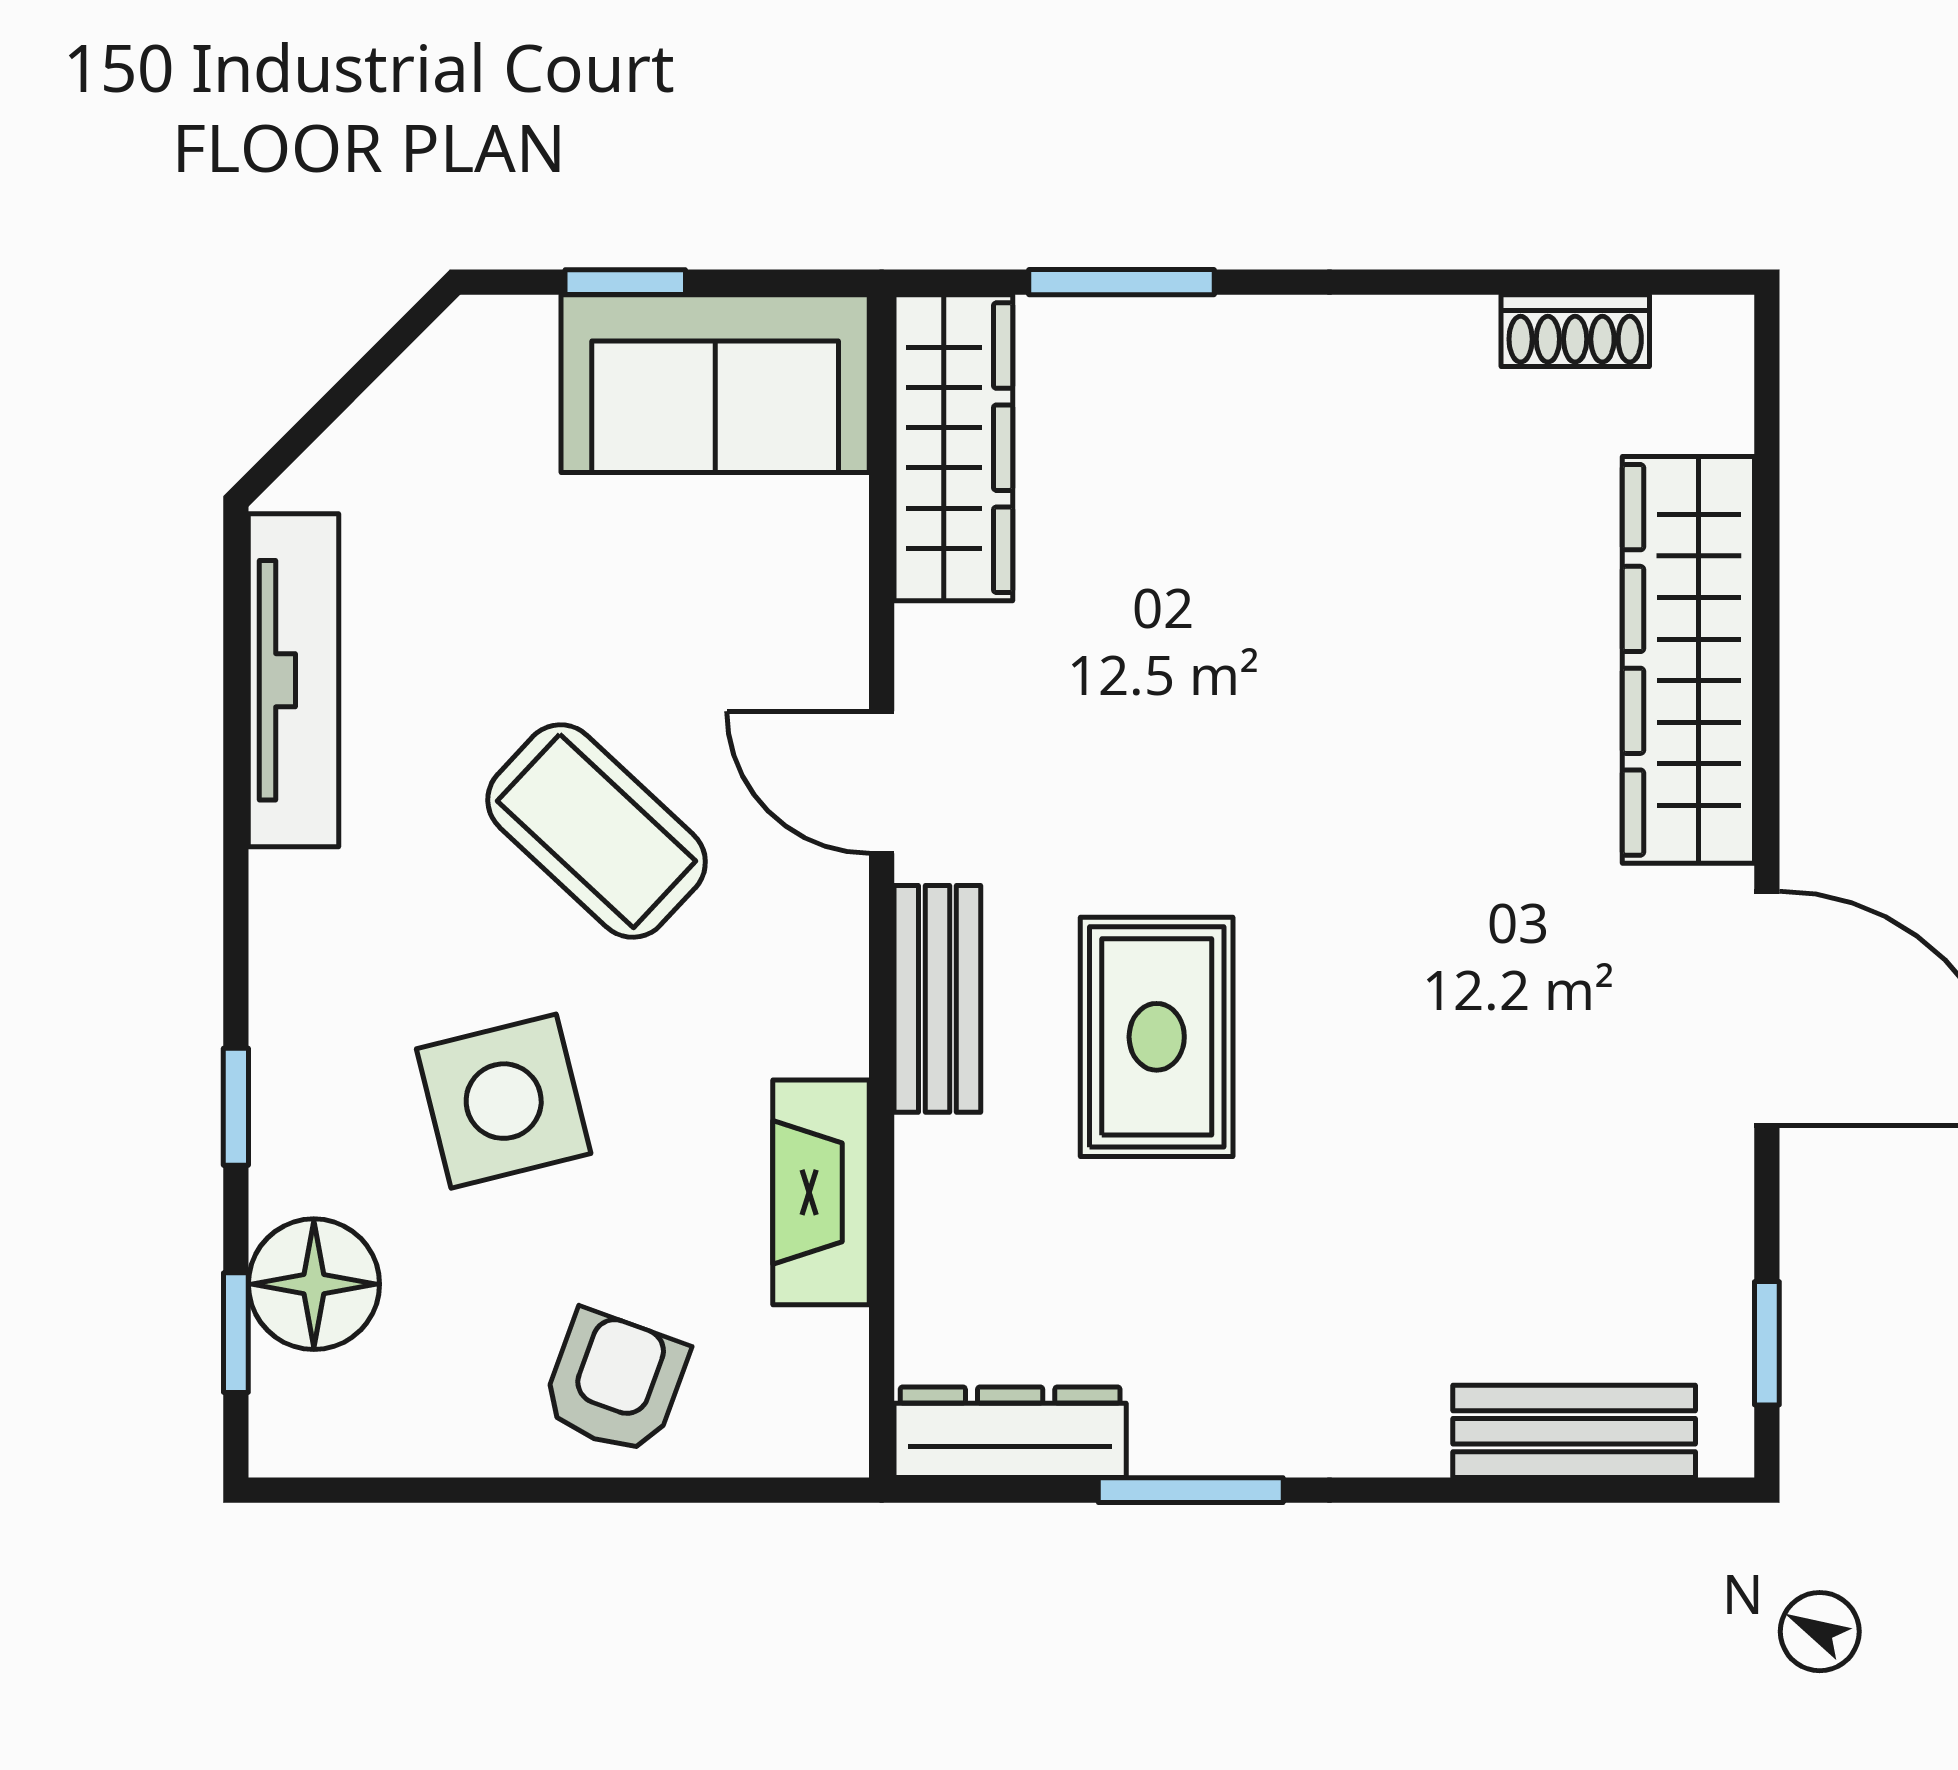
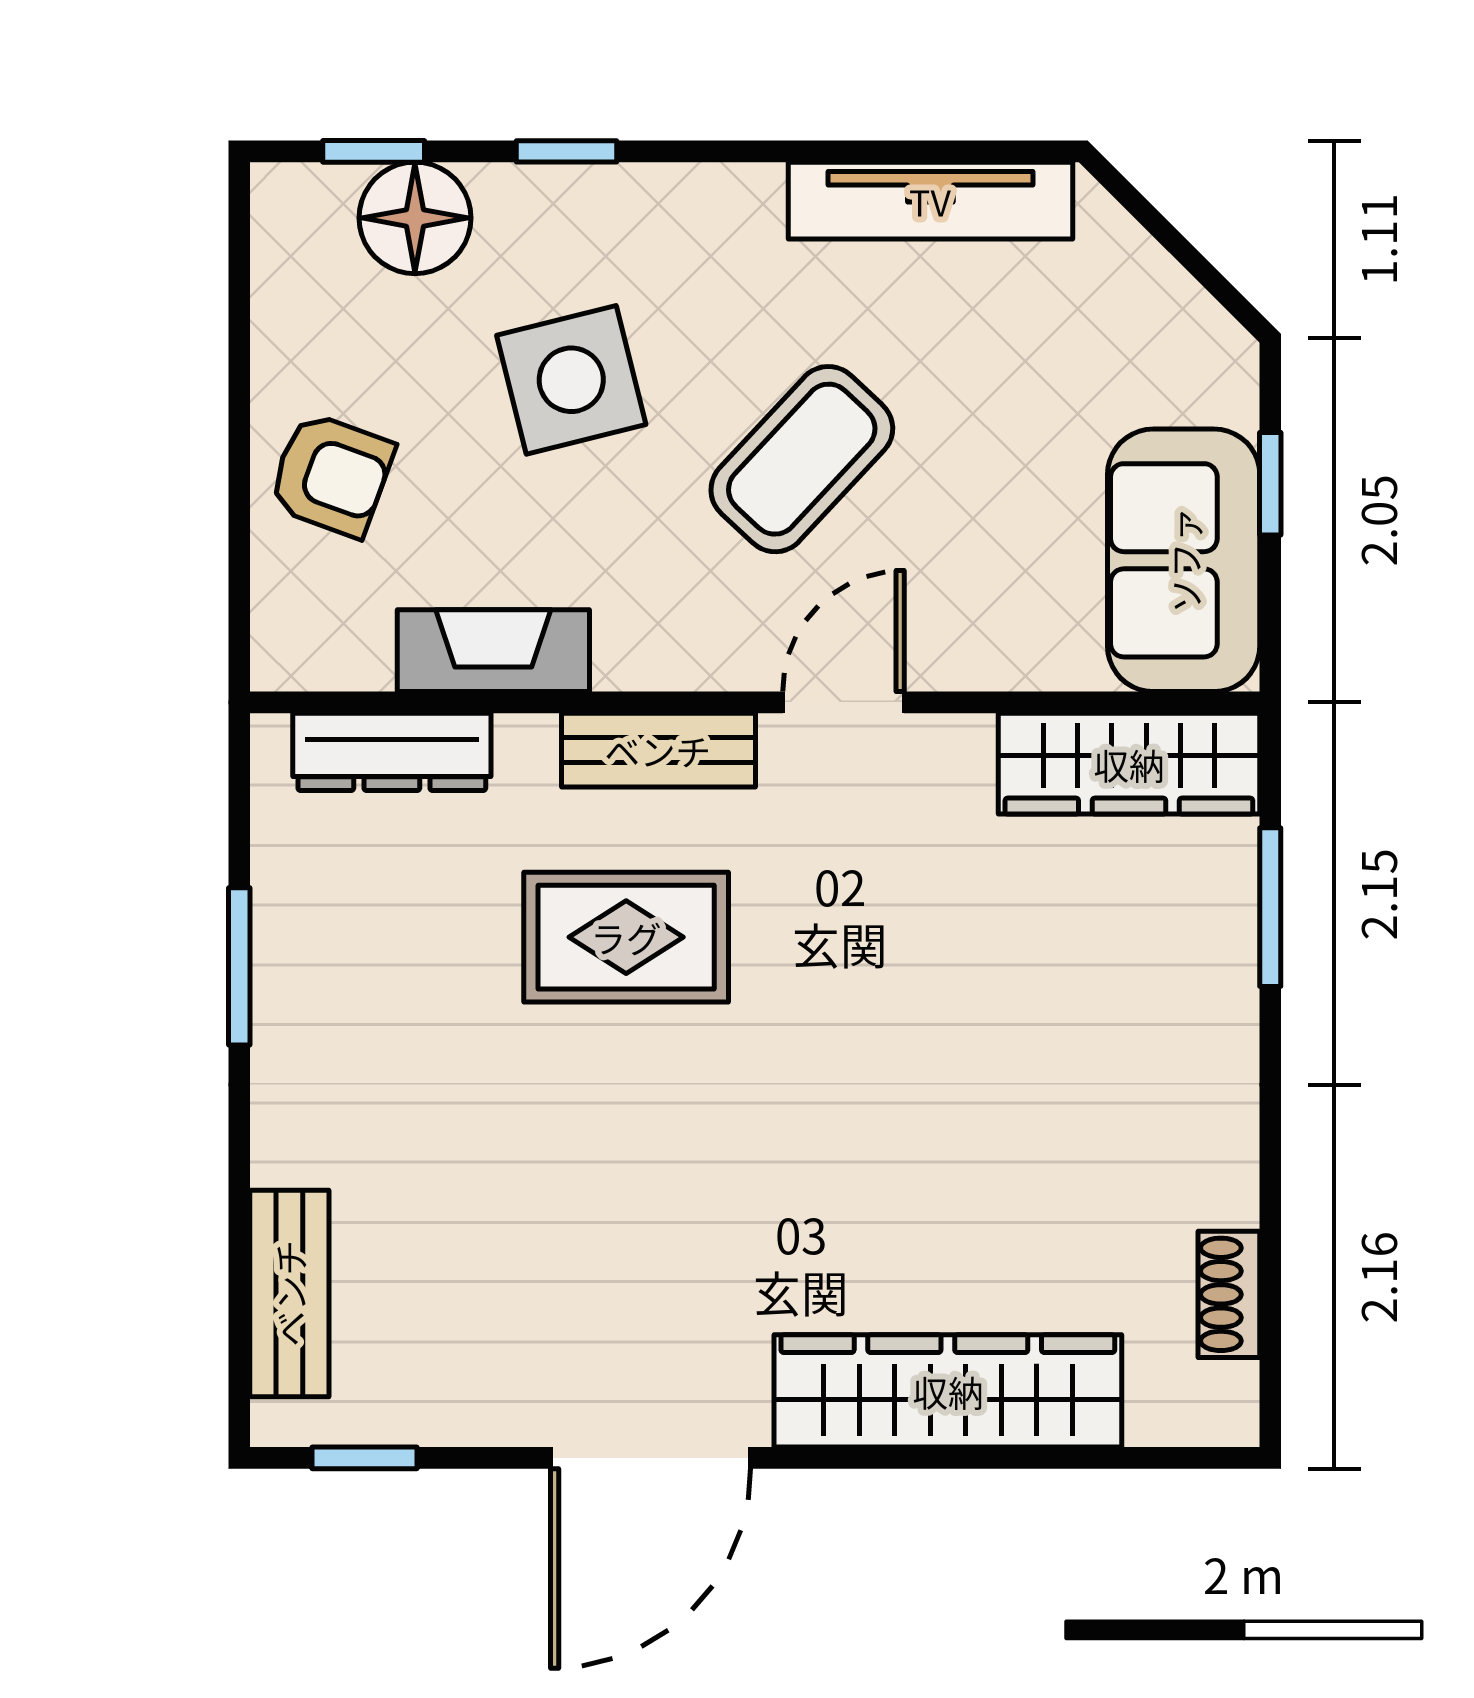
dresser: (1010, 1432) -> (392, 752), moved, turned 90

